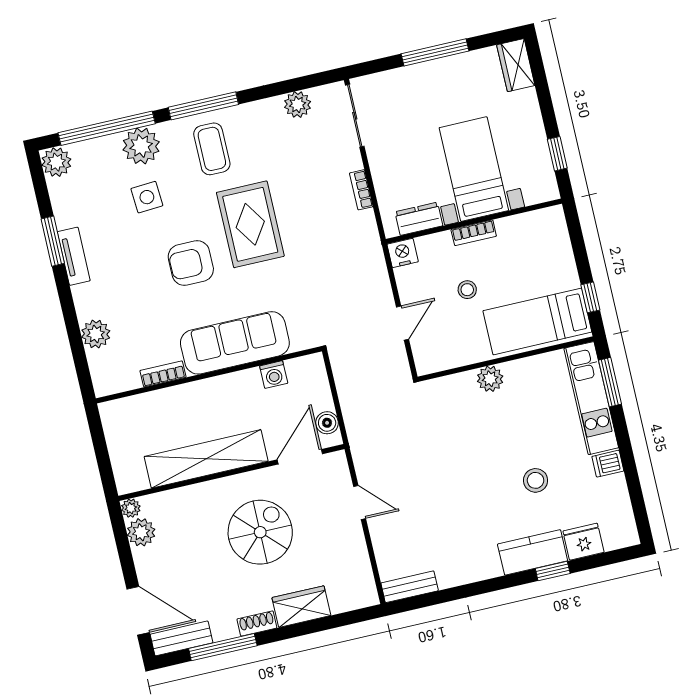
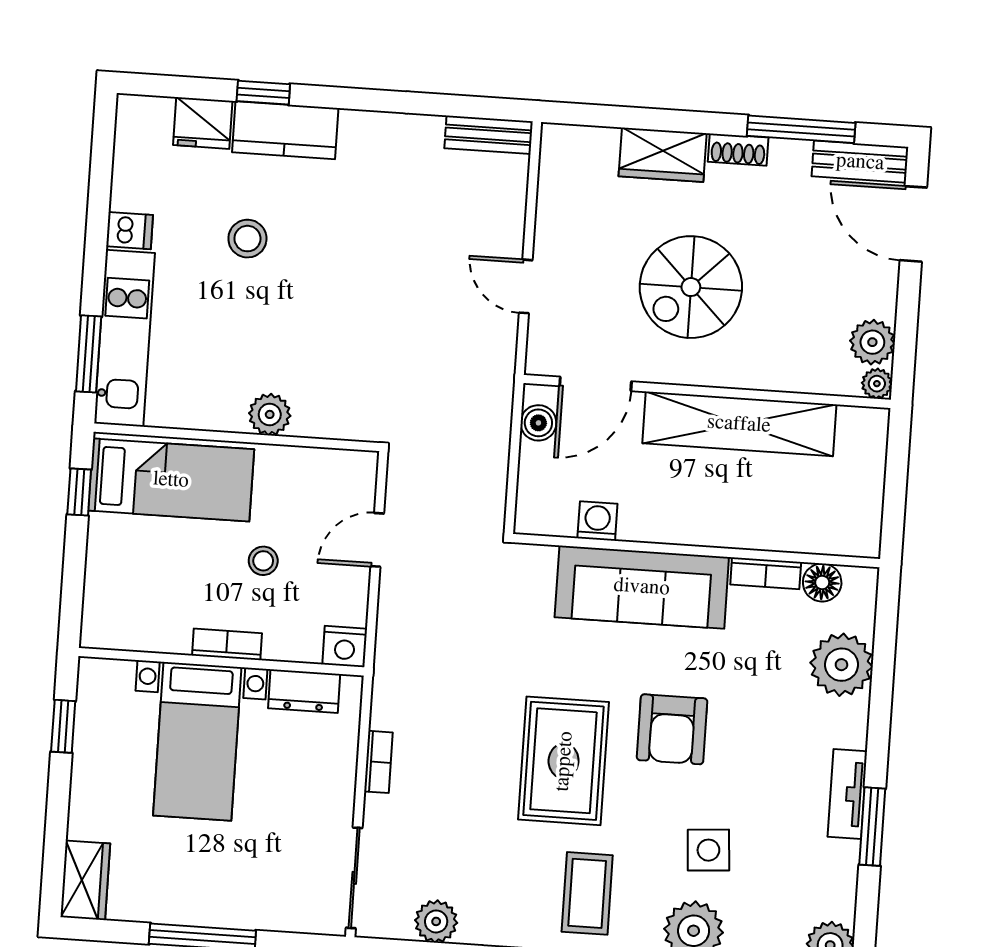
armchair: (191, 263) -> (672, 729), turned 90
plant: (96, 334) -> (841, 665), width x1.36, depth x1.36
floor lamp: (127, 379) -> (822, 582), added

